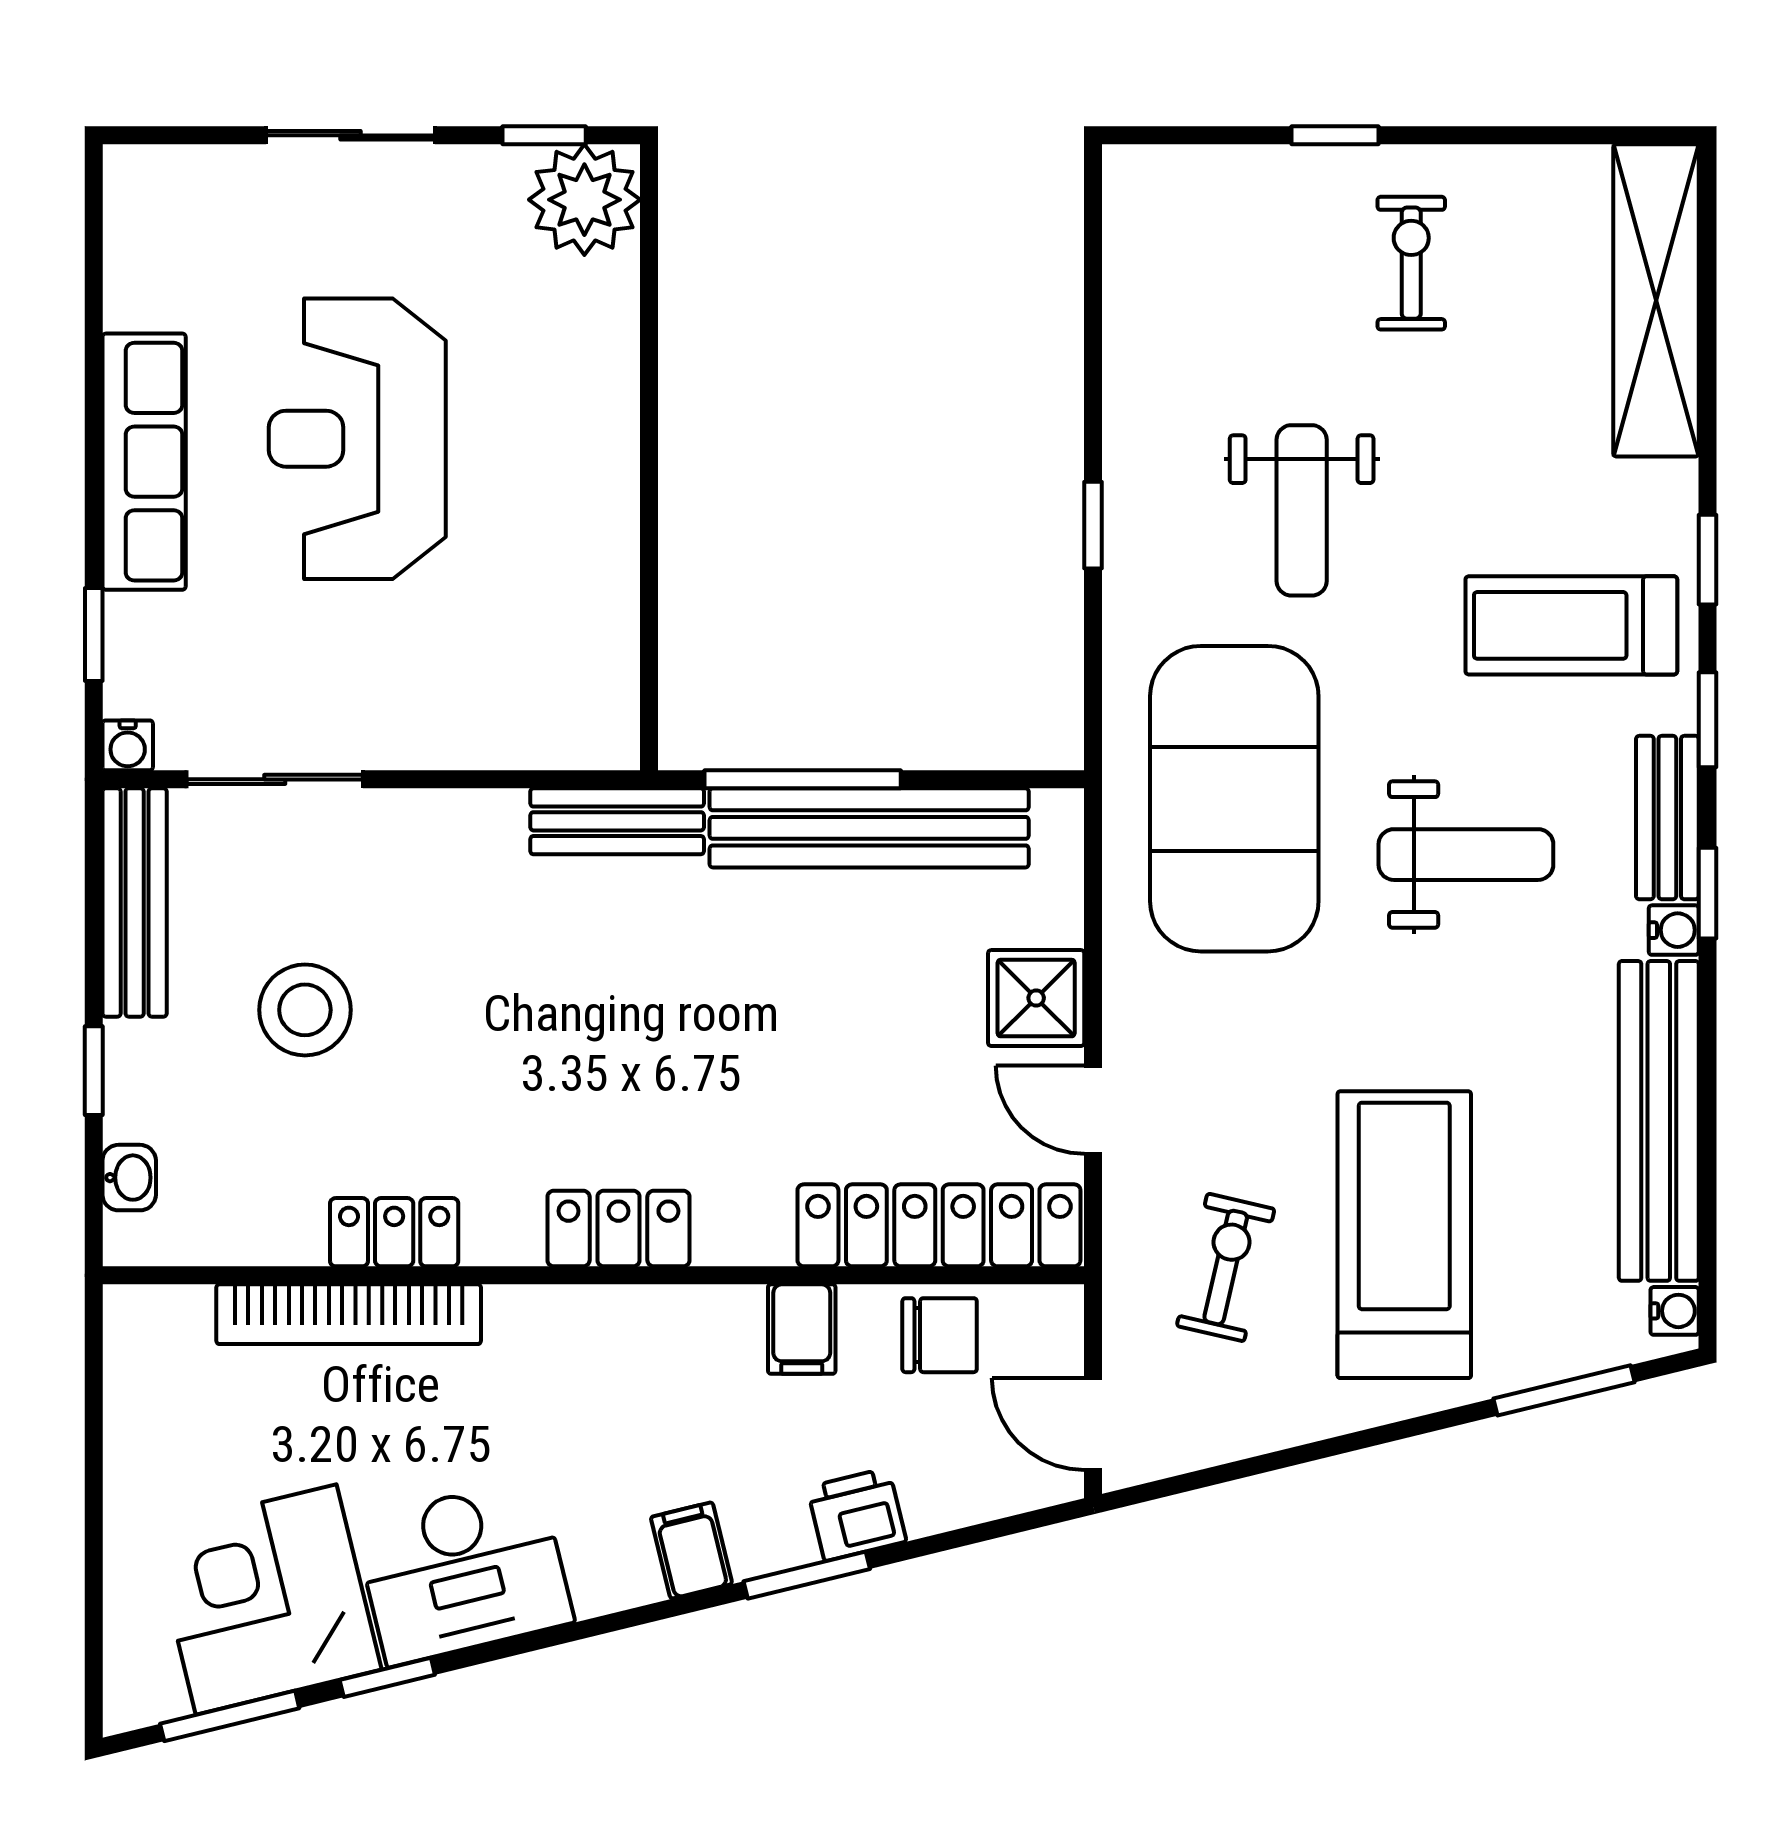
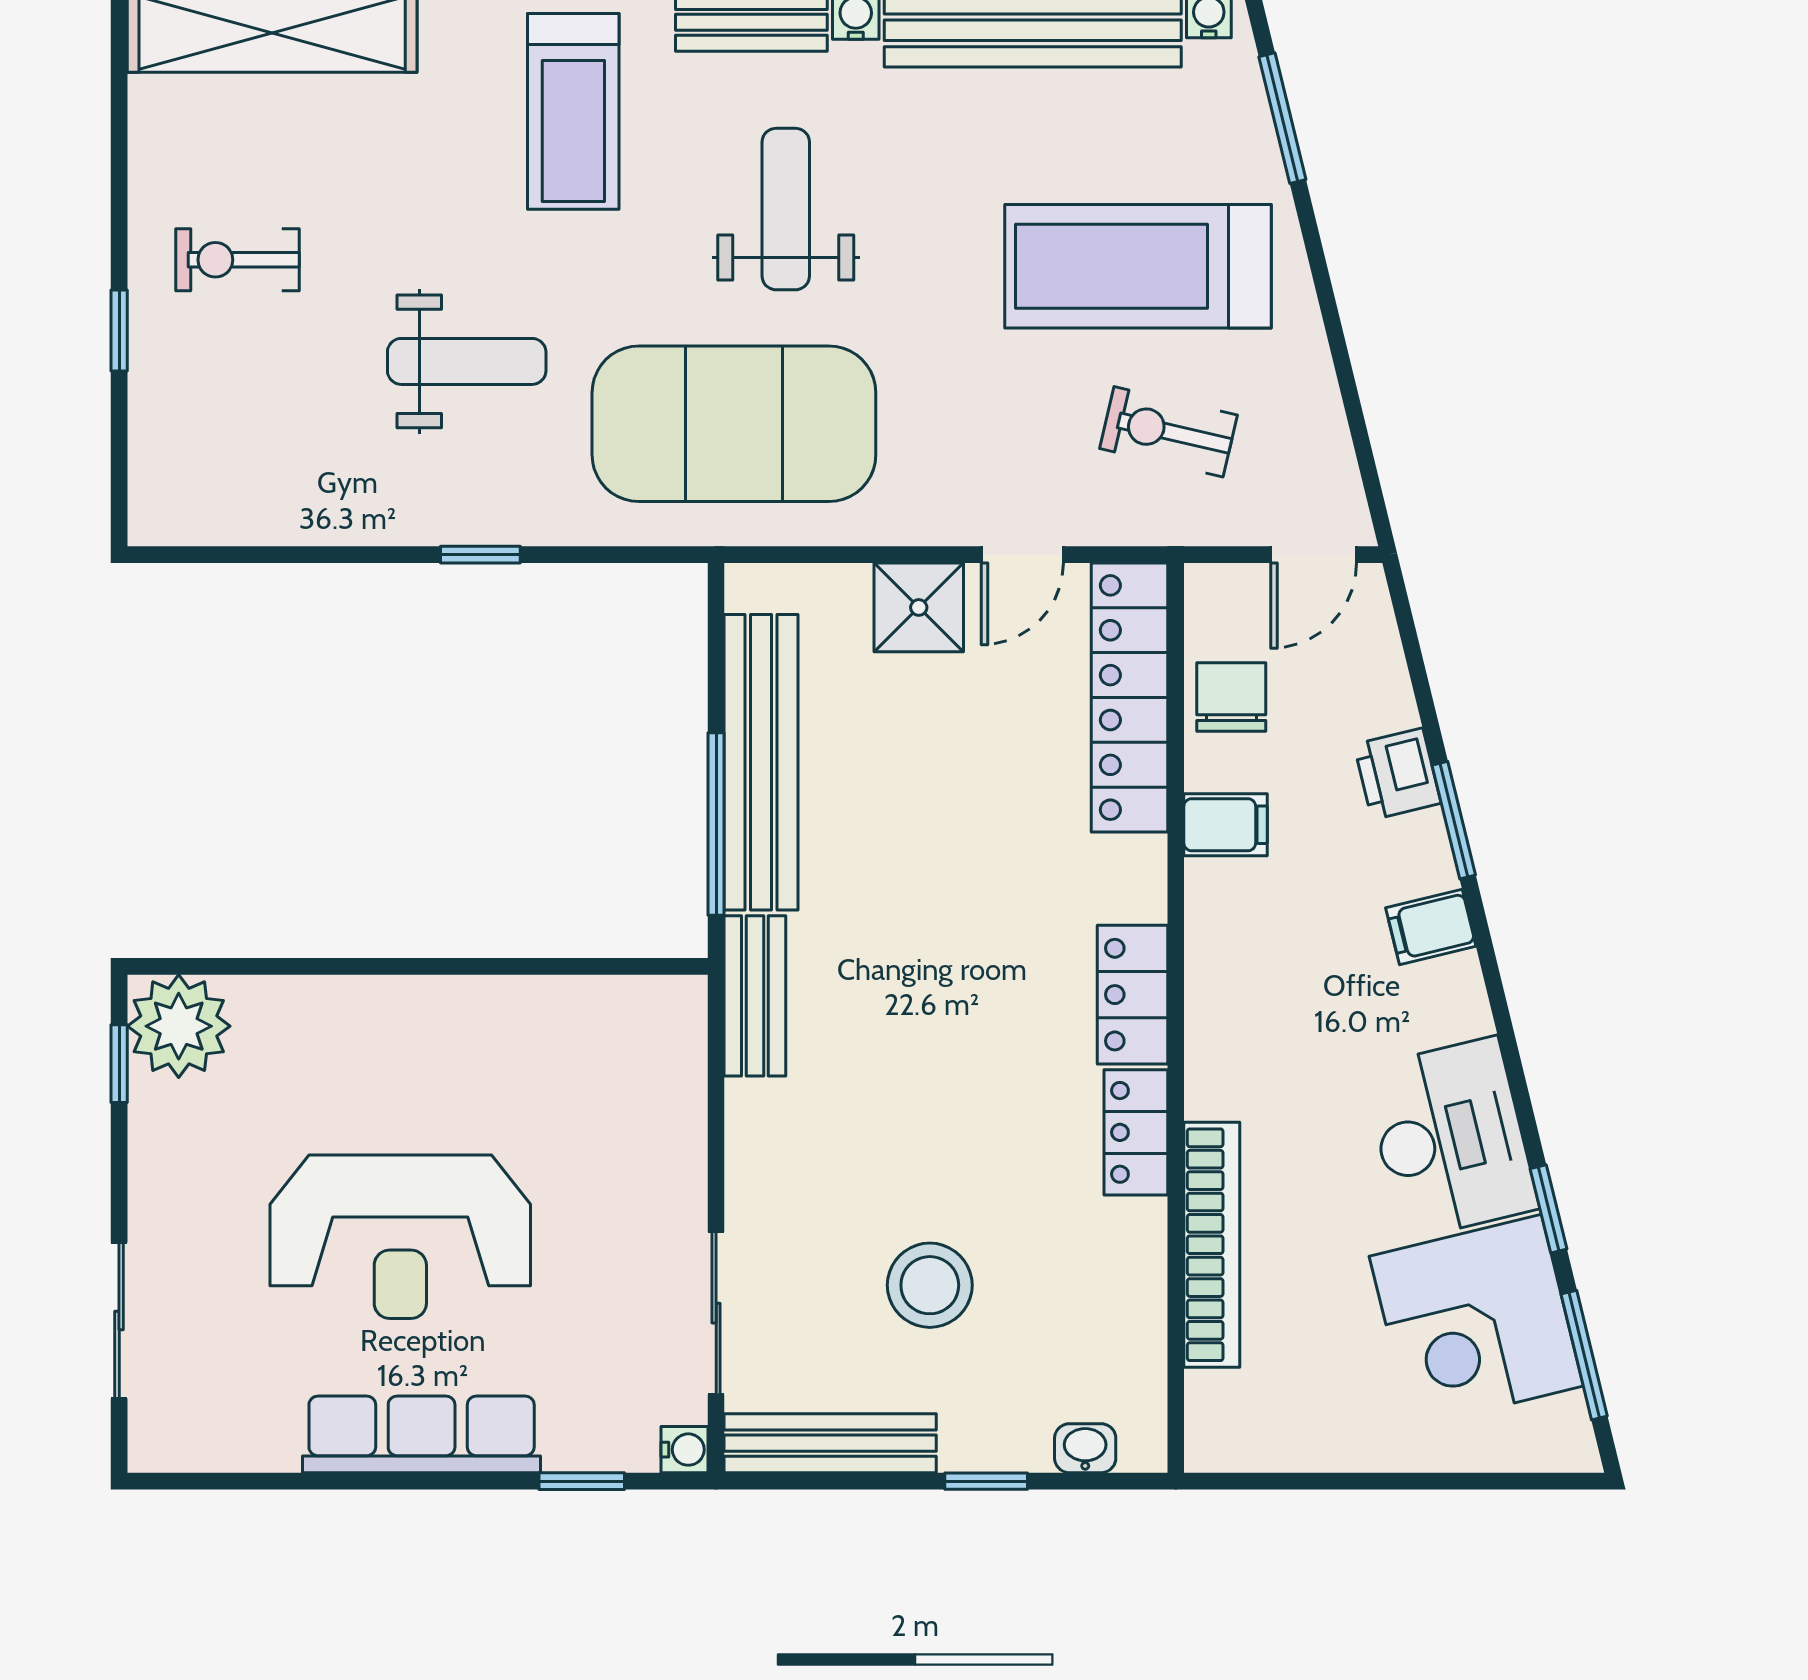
sliding door: (351, 135) -> (119, 1321), moved
locker: (394, 1232) -> (1136, 1132), moved

